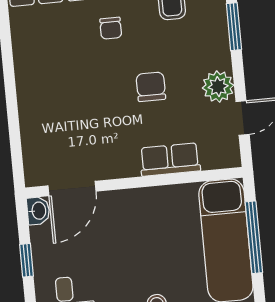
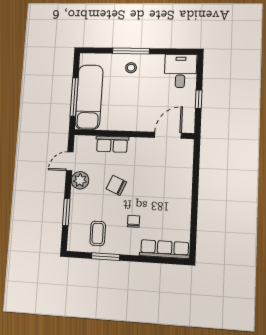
chair: (151, 87) -> (116, 185), turned 113
washbasin: (38, 211) -> (188, 125), removed

